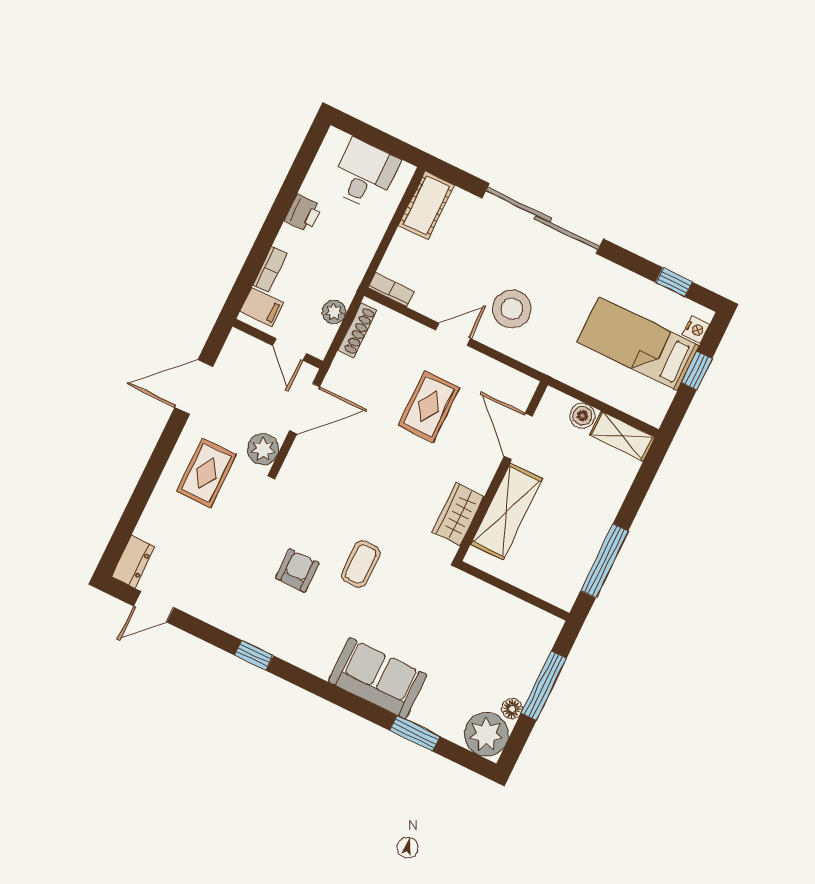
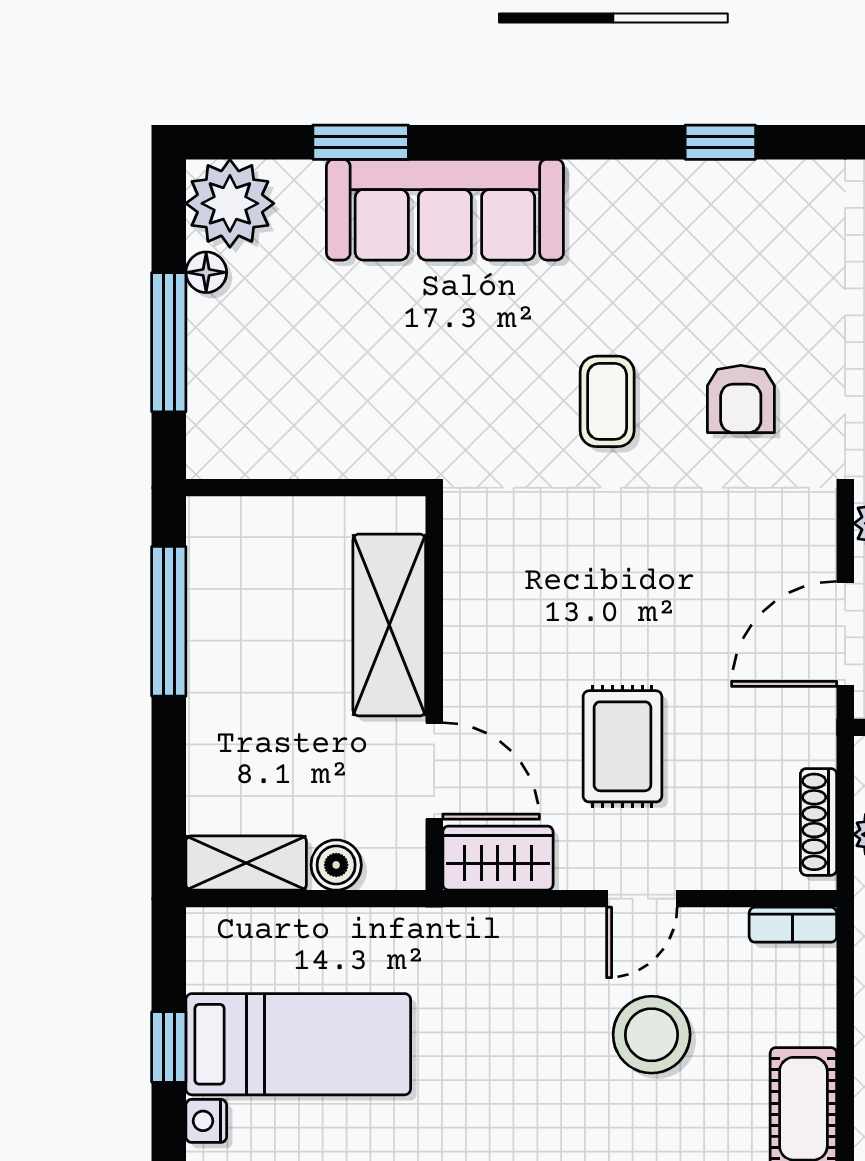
stool: (512, 309) -> (652, 1035), moved
wardrobe: (458, 514) -> (498, 858), moved, turned -90
armchair: (297, 571) -> (741, 399), moved
sofa: (378, 678) -> (445, 210), width x1.36

